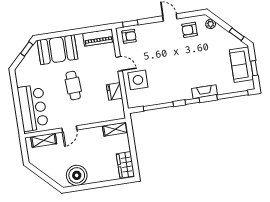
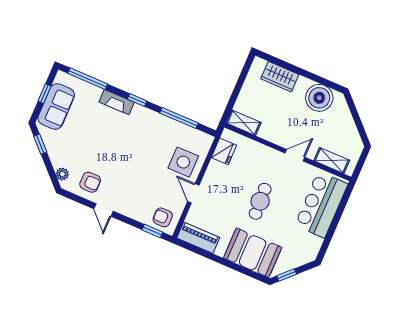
fridge: (115, 91) -> (224, 151), moved
wardrobe: (125, 165) -> (280, 77), moved, turned 90

